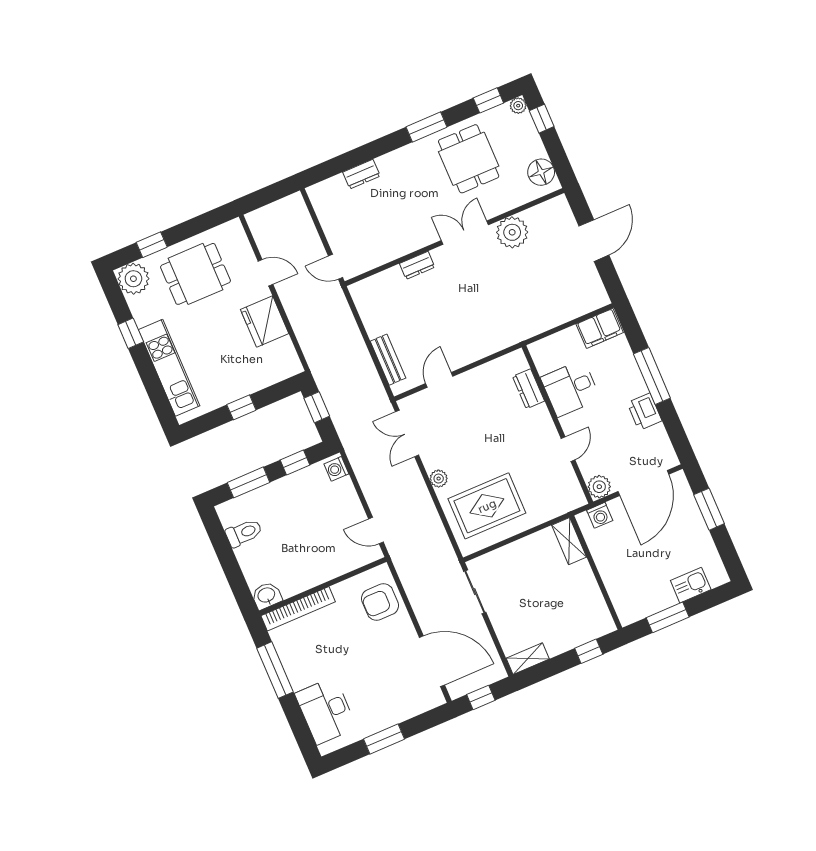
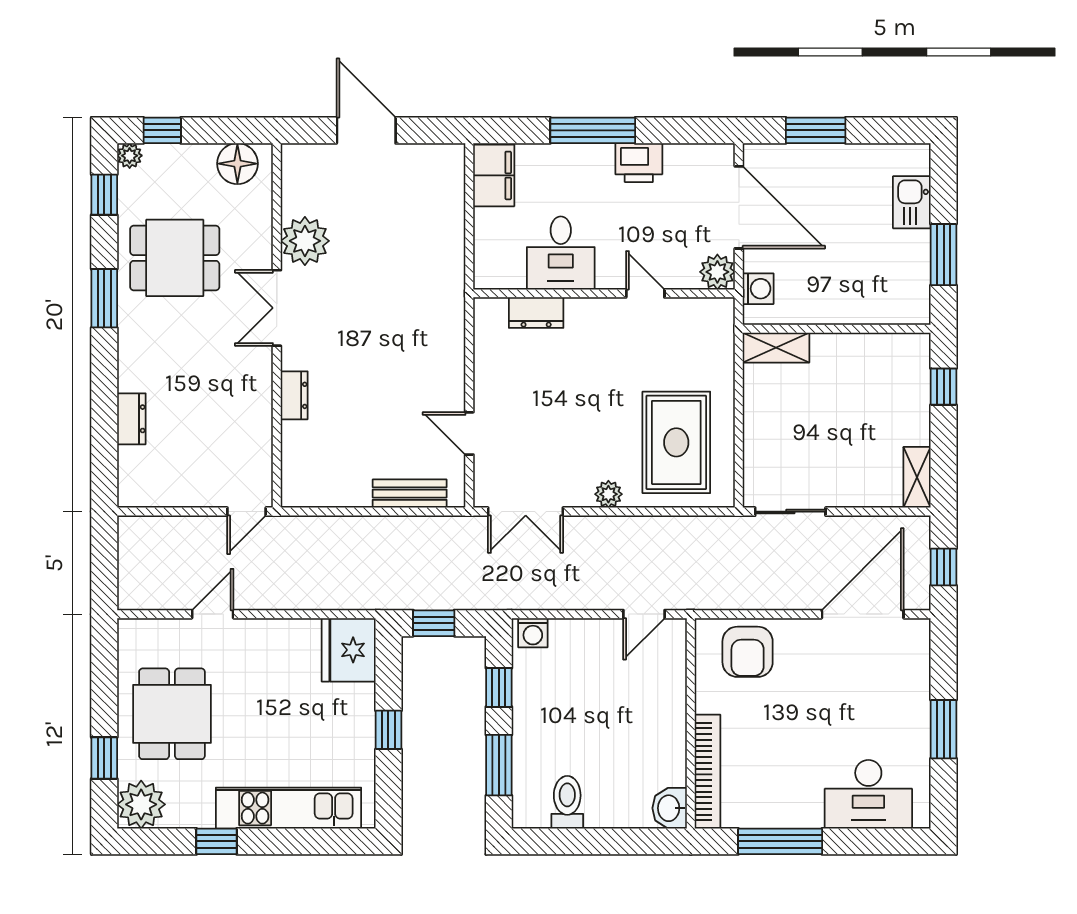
fridge: (265, 322) -> (349, 650), moved, turned 90

